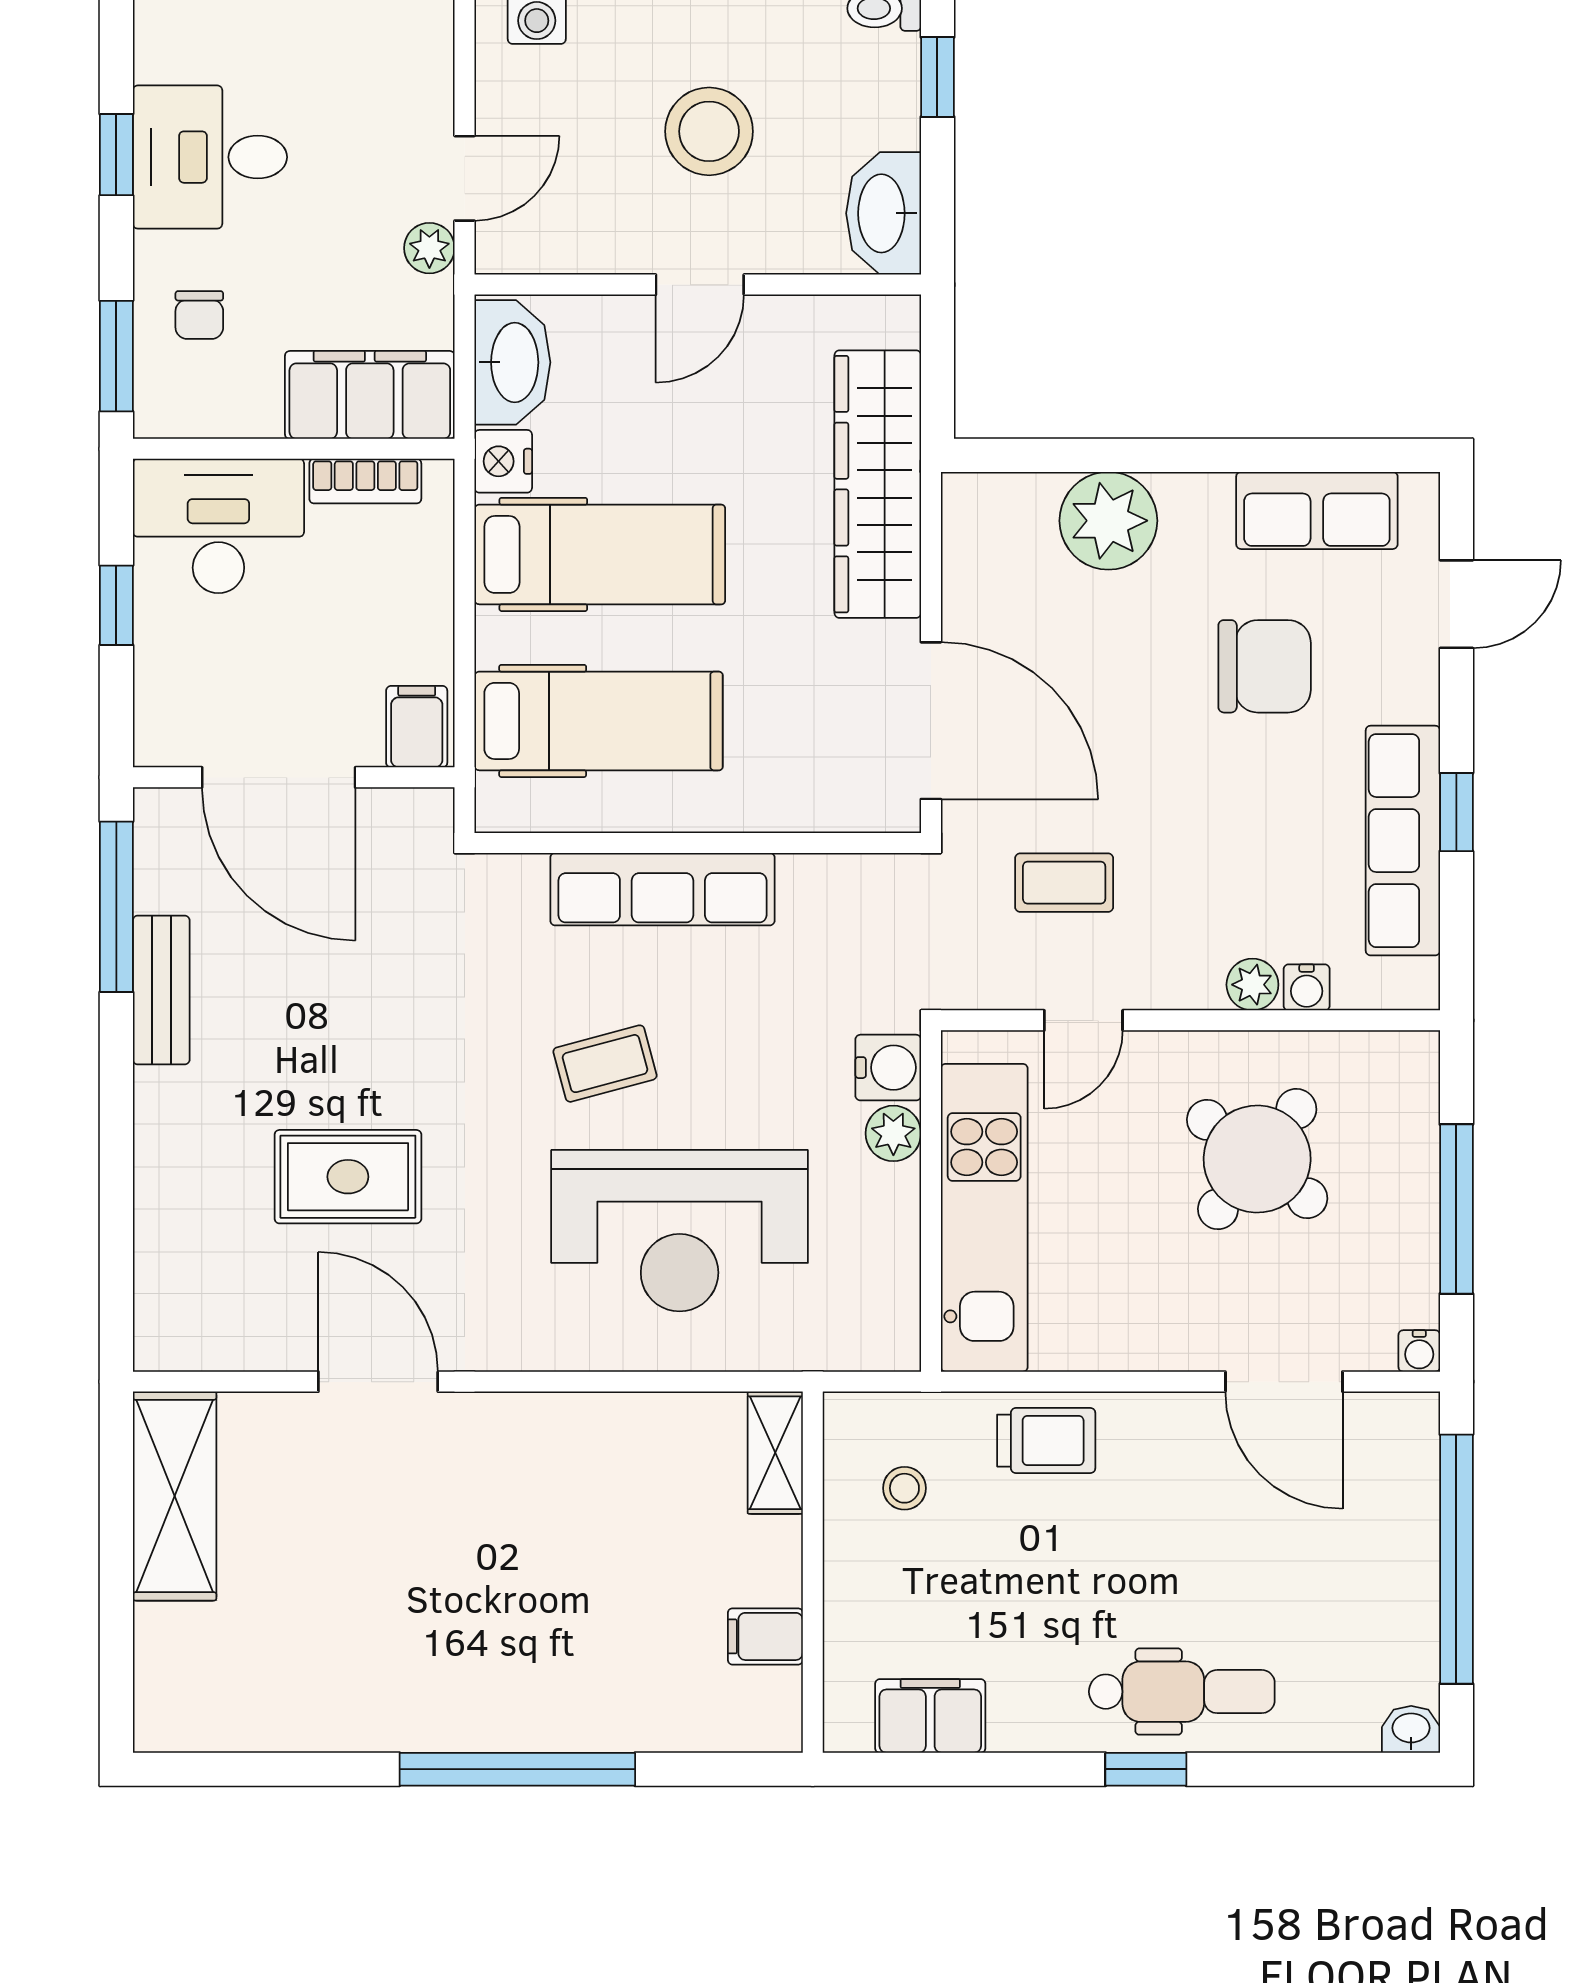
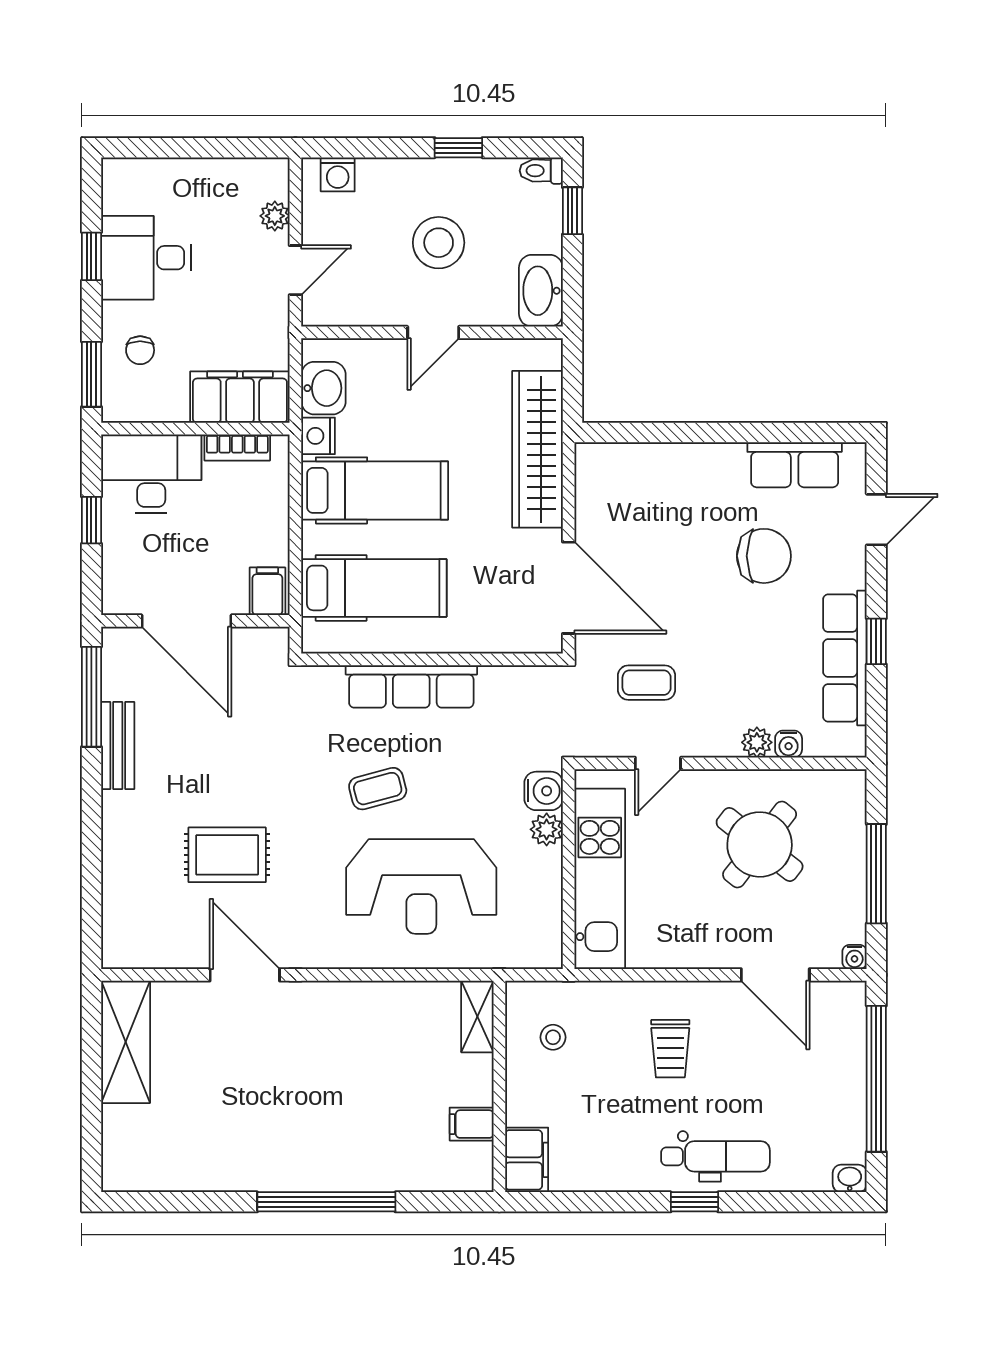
plant: (429, 248) -> (275, 216), moved
washbasin: (512, 362) -> (323, 388), width x0.72
plant: (1108, 521) -> (672, 471), removed
trolley: (1046, 1441) -> (670, 1049), moved, turned 90
filing cabinet: (930, 1716) -> (527, 1160), moved, turned 90

